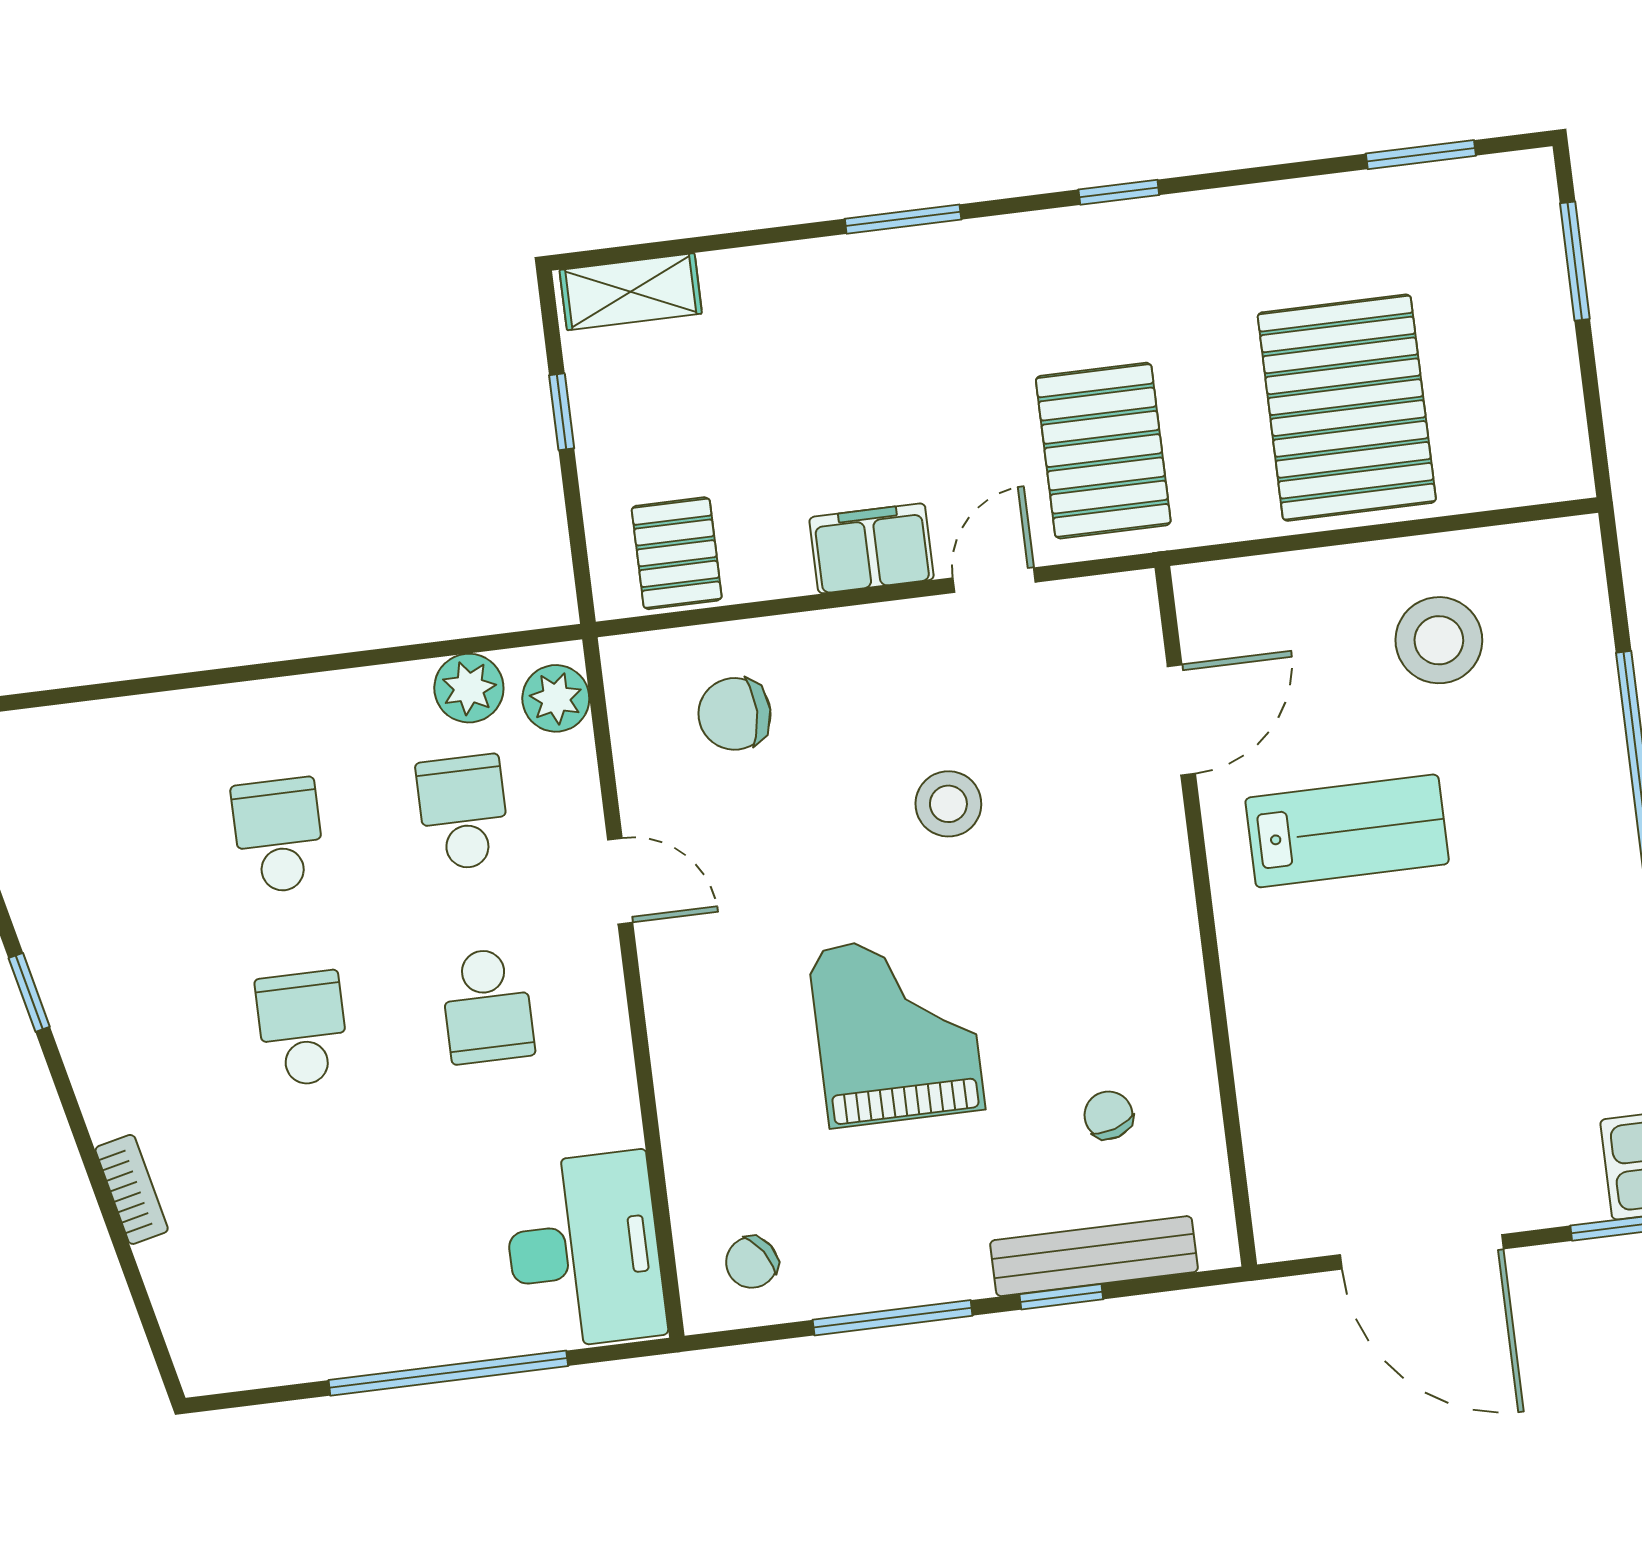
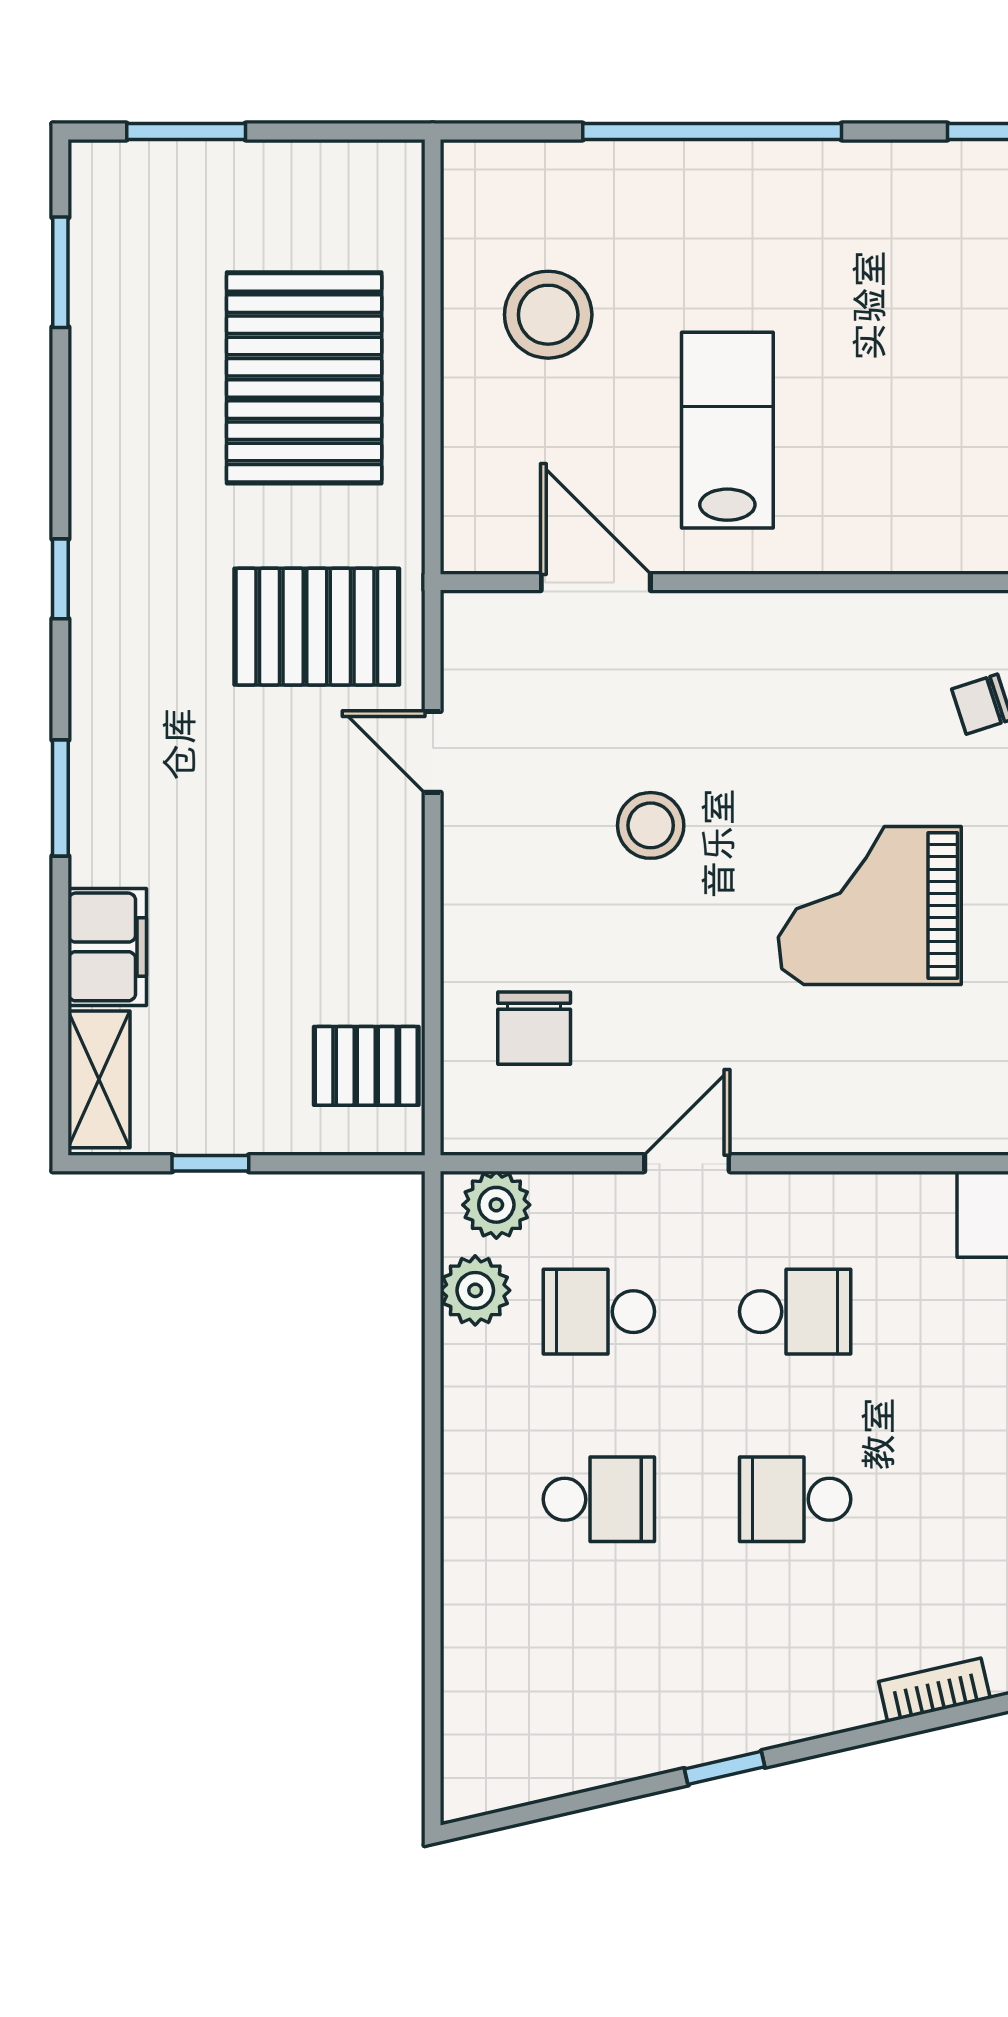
pallet: (1347, 408) -> (304, 378), turned 90
filing cabinet: (872, 548) -> (107, 947), moved, turned 180
school desk: (278, 836) -> (599, 1499), turned 180

